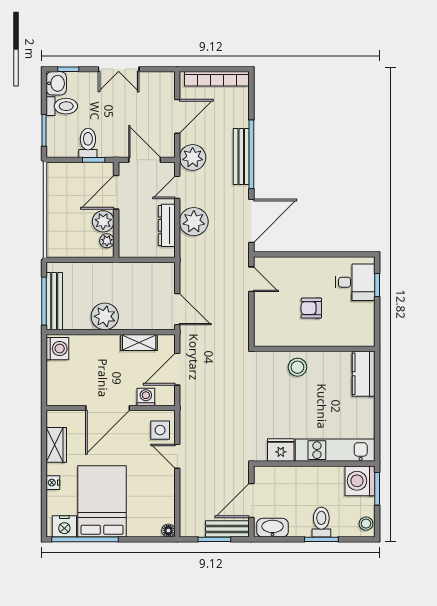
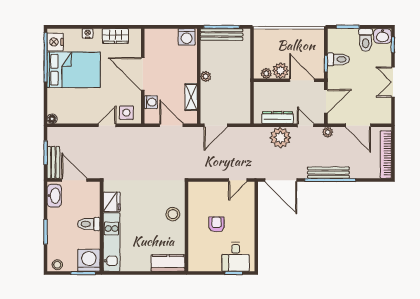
plant: (193, 157) -> (328, 132), width x0.53, depth x0.53
plant: (105, 316) -> (206, 76), width x0.53, depth x0.53
toilet: (321, 522) -> (89, 224), moved, turned 180

